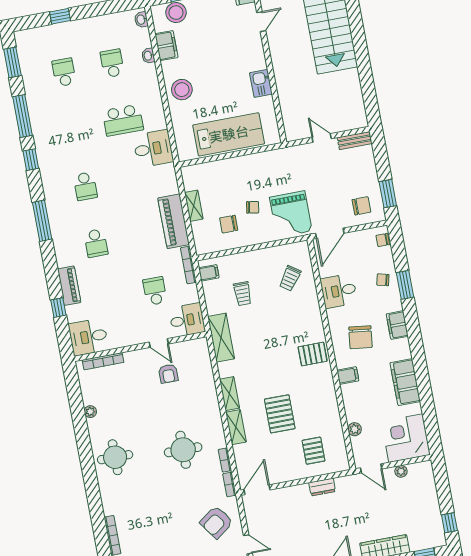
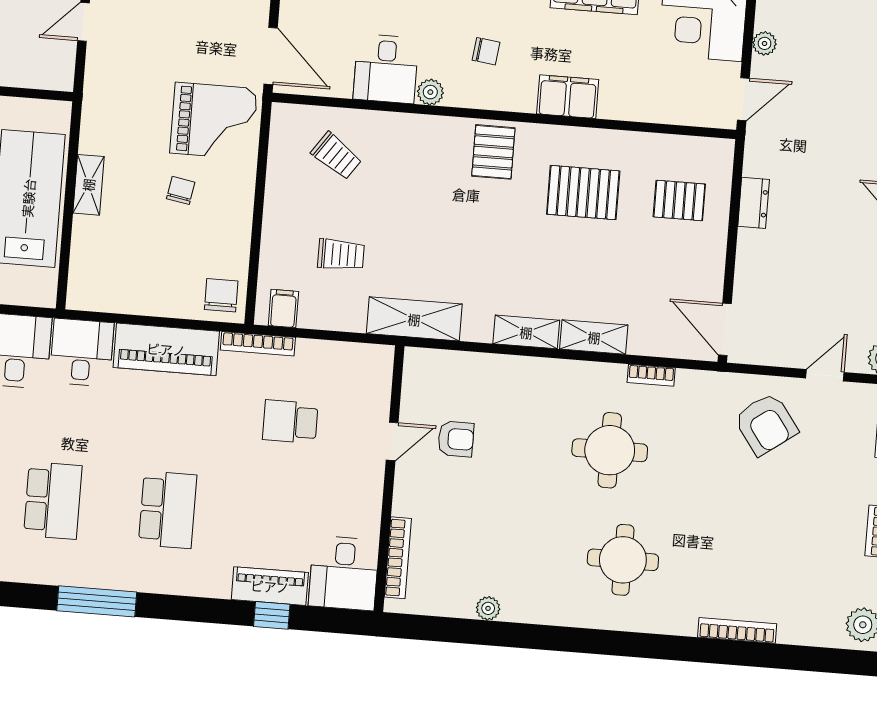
school desk: (85, 186) -> (53, 501), width x1.85
shelving: (194, 206) -> (88, 185), moved, turned 90
chair: (229, 224) -> (221, 295), moved, turned 180
school desk: (96, 243) -> (168, 510), width x1.85
piano: (69, 286) -> (270, 586), moved
desk: (187, 320) -> (82, 352), moved
chair: (360, 337) -> (486, 51), width x0.54, depth x0.54
filing cabinet: (348, 375) -> (568, 97), width x2.00
pallet: (280, 414) -> (583, 193), moved
plant: (355, 429) -> (430, 92), moved
round table: (115, 457) -> (623, 560), moved
bookcase: (229, 484) -> (700, 379), removed

